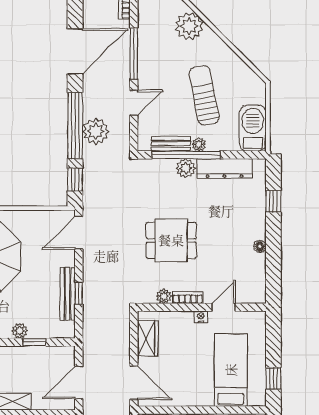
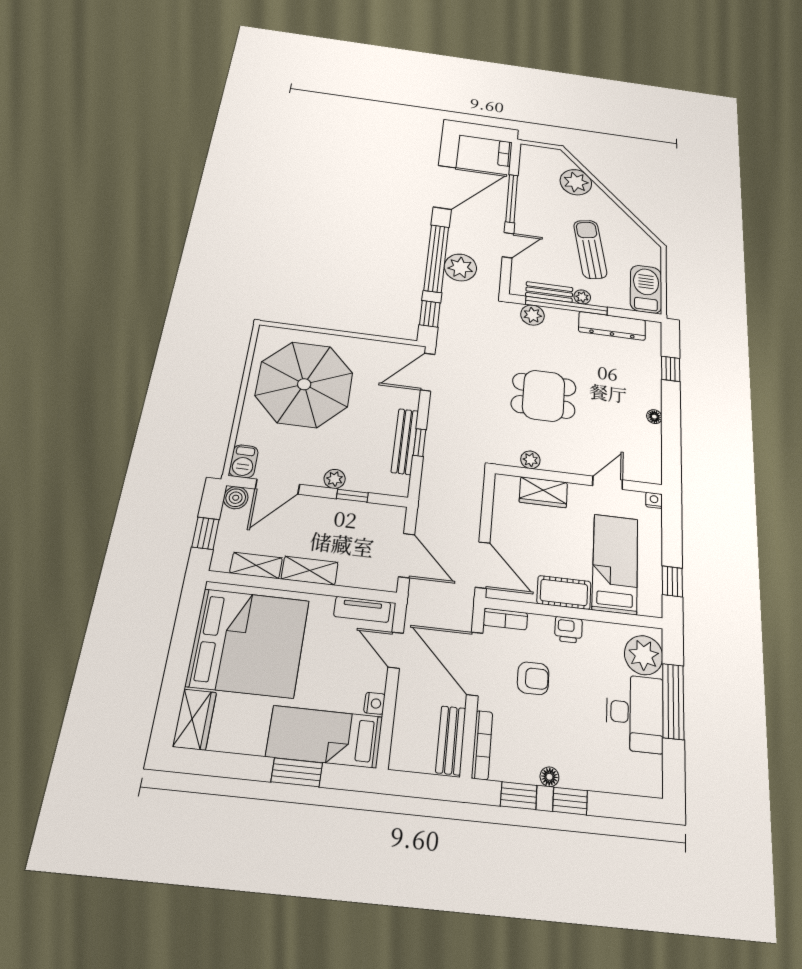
plant: (186, 168) -> (532, 315), moved
bookcase: (188, 298) -> (561, 465), removed
nightstand: (201, 317) -> (654, 500), moved
wardrobe: (148, 338) -> (543, 492), moved, turned 90
door: (79, 382) -> (407, 556), swing flipped
cot: (194, 396) -> (564, 592), added

